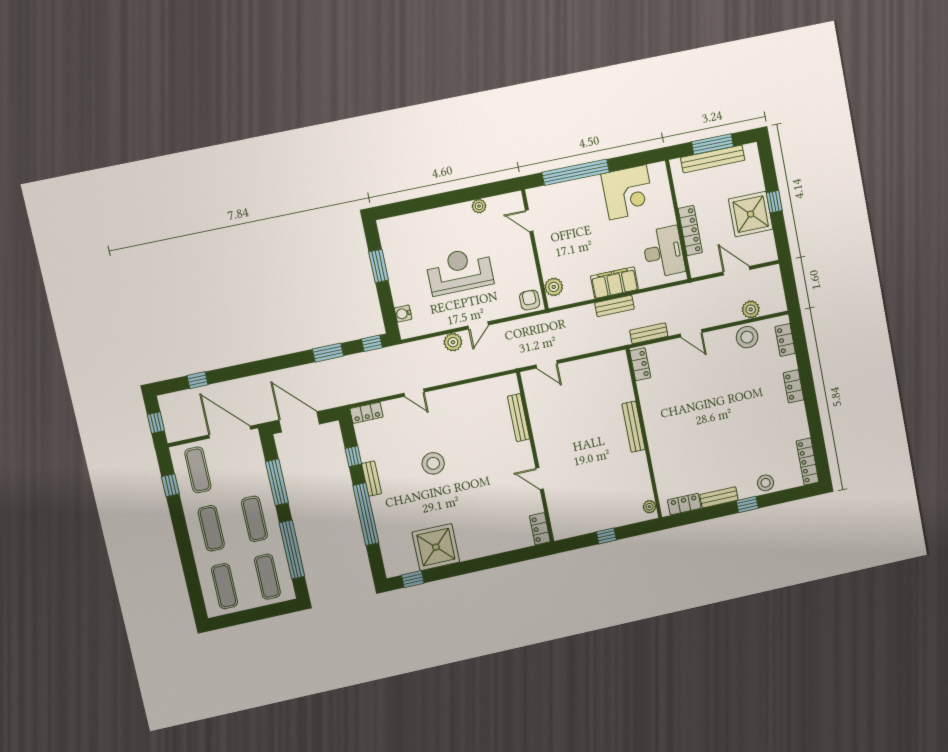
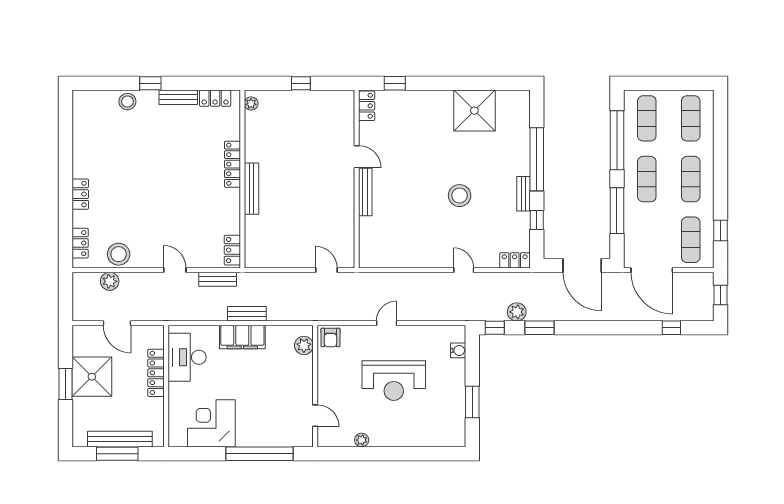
window: (774, 202) -> (65, 384), width x1.50
plant: (453, 342) -> (517, 312), moved
bench: (518, 418) -> (365, 192), moved
locker: (808, 462) -> (232, 164), moved, turned 180
window: (413, 579) -> (395, 83), moved

